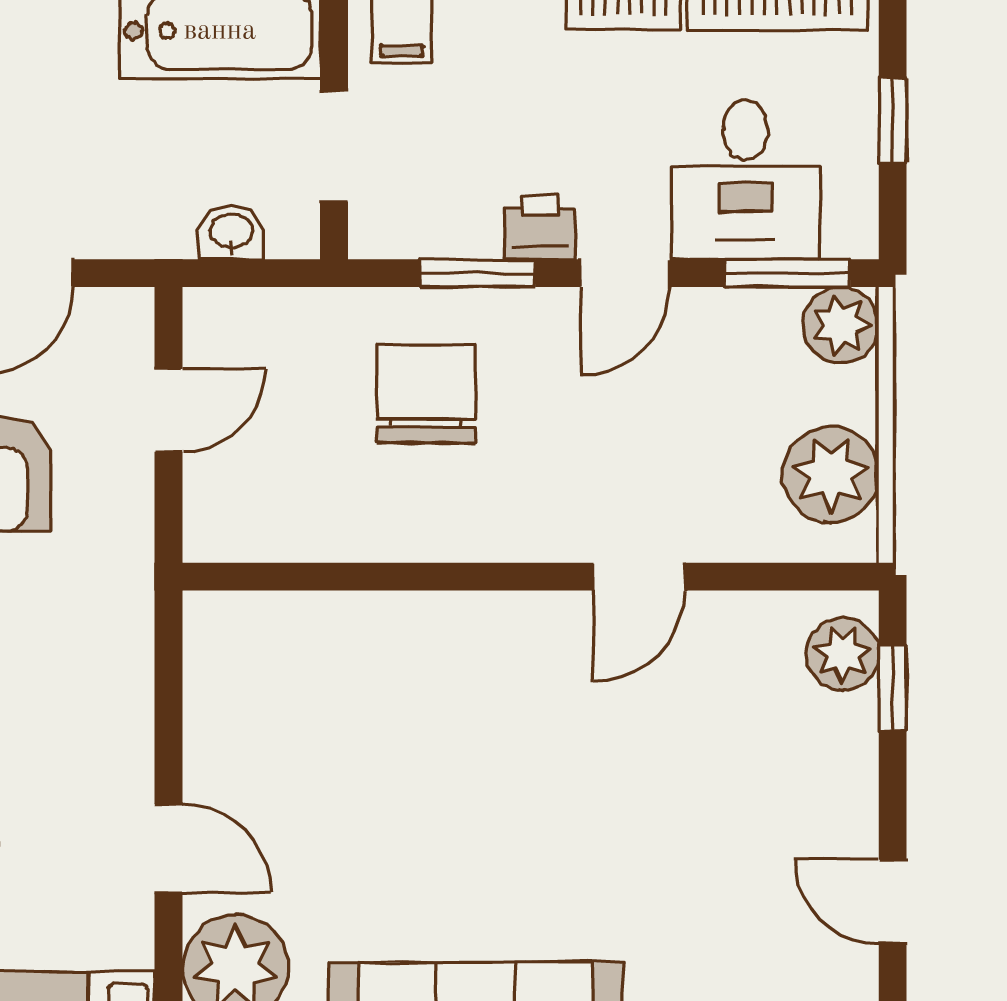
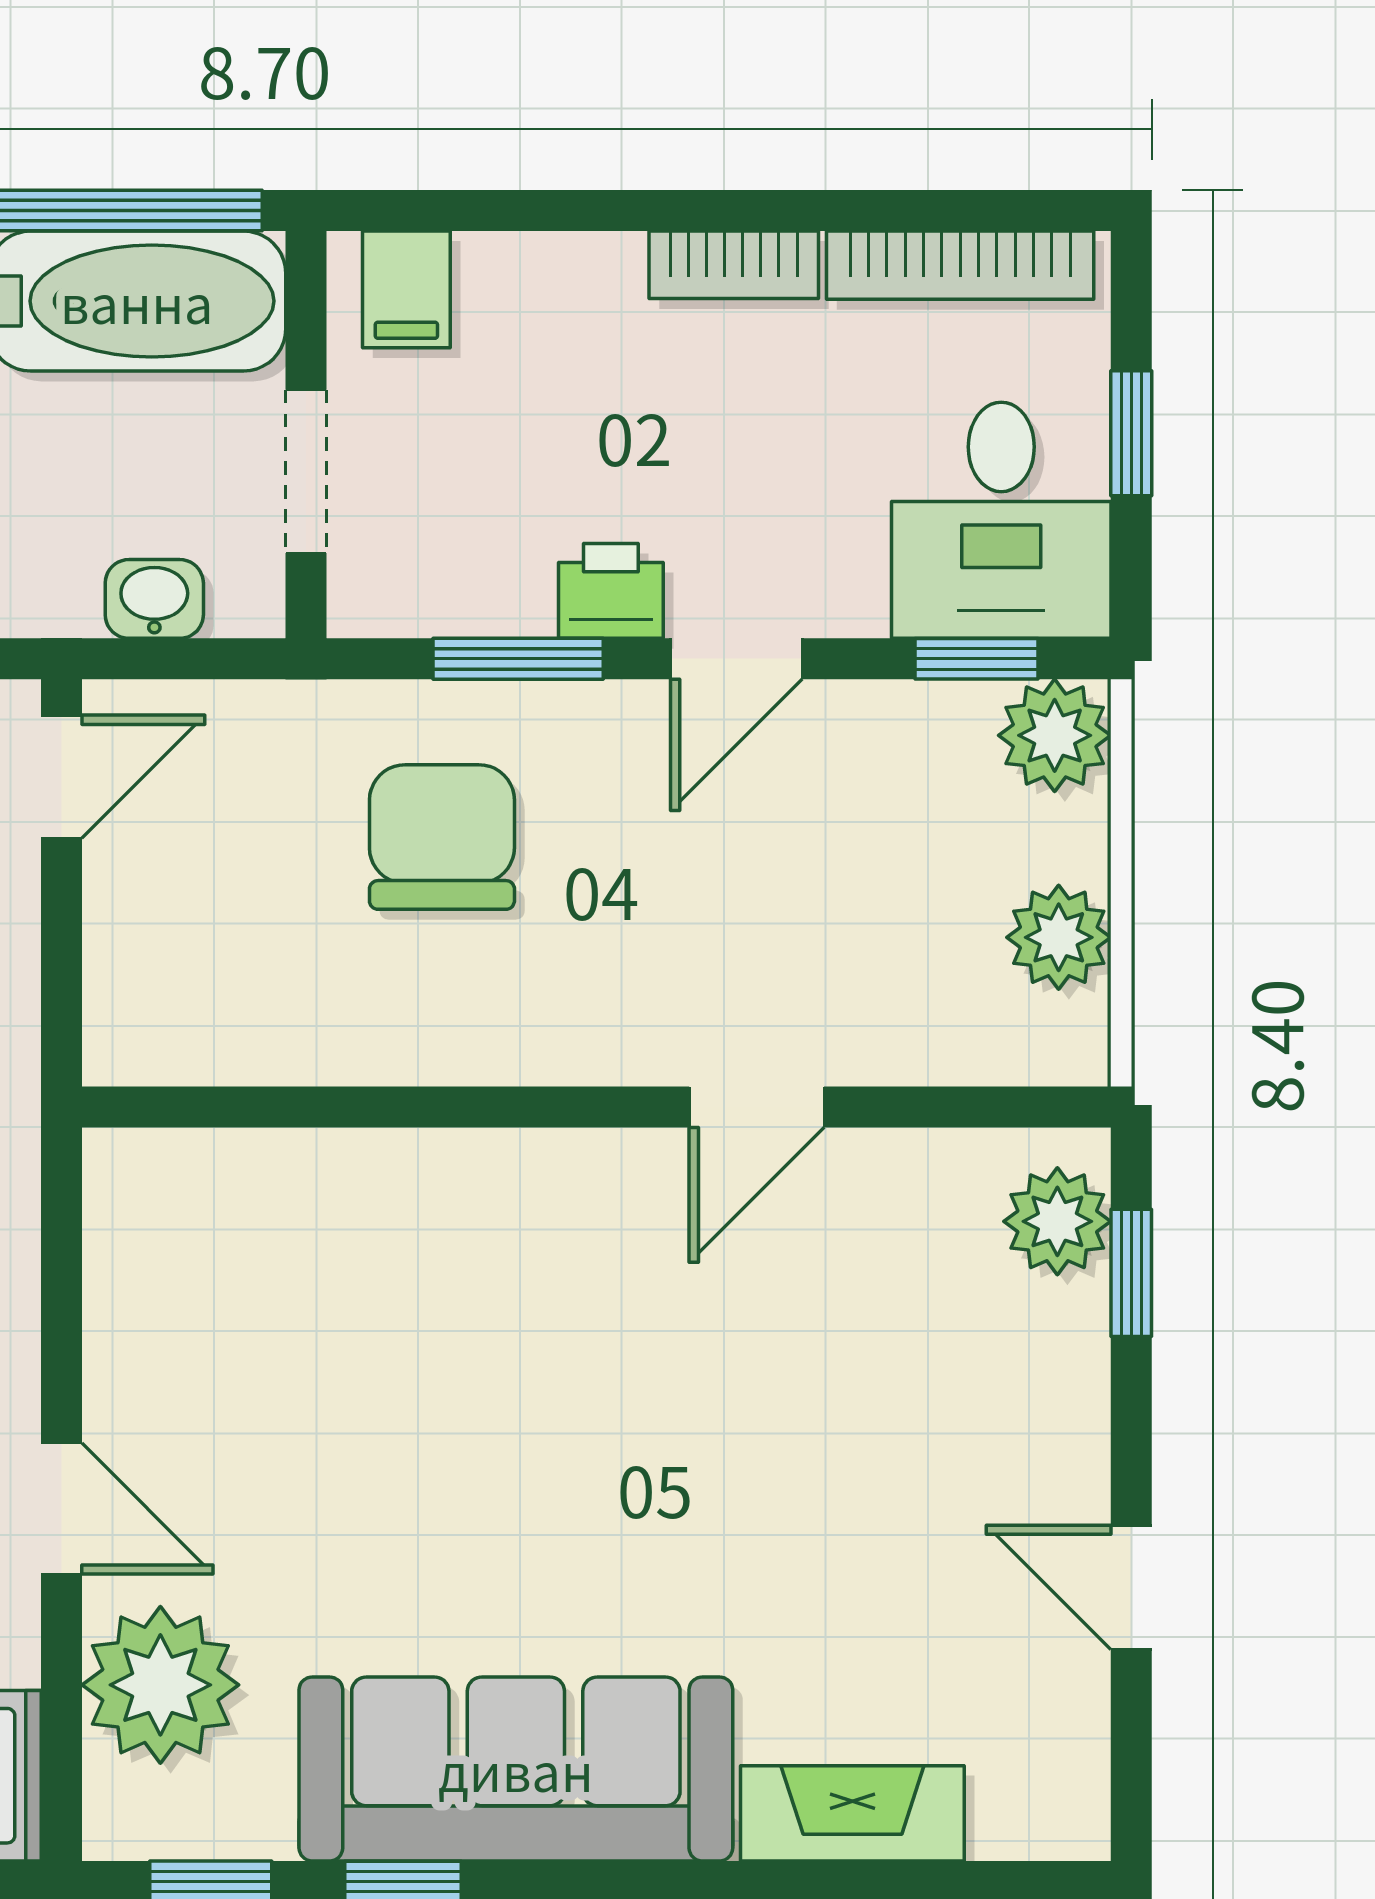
desk: (745, 179) -> (1001, 520), moved
window: (788, 273) -> (976, 659), width x0.67
door: (168, 410) -> (62, 777), moved
plant: (831, 475) -> (1059, 937), width x0.73, depth x0.73

